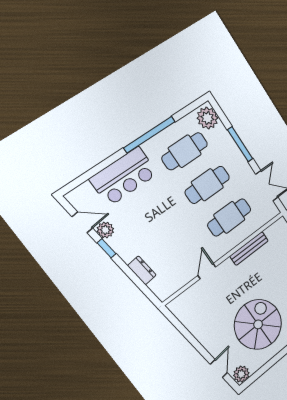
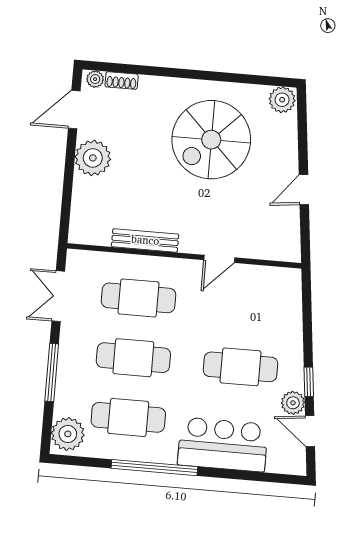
cafe table: (150, 226) -> (241, 367), added
dresser: (142, 270) -> (292, 325), removed
door: (219, 369) -> (304, 190), moved

